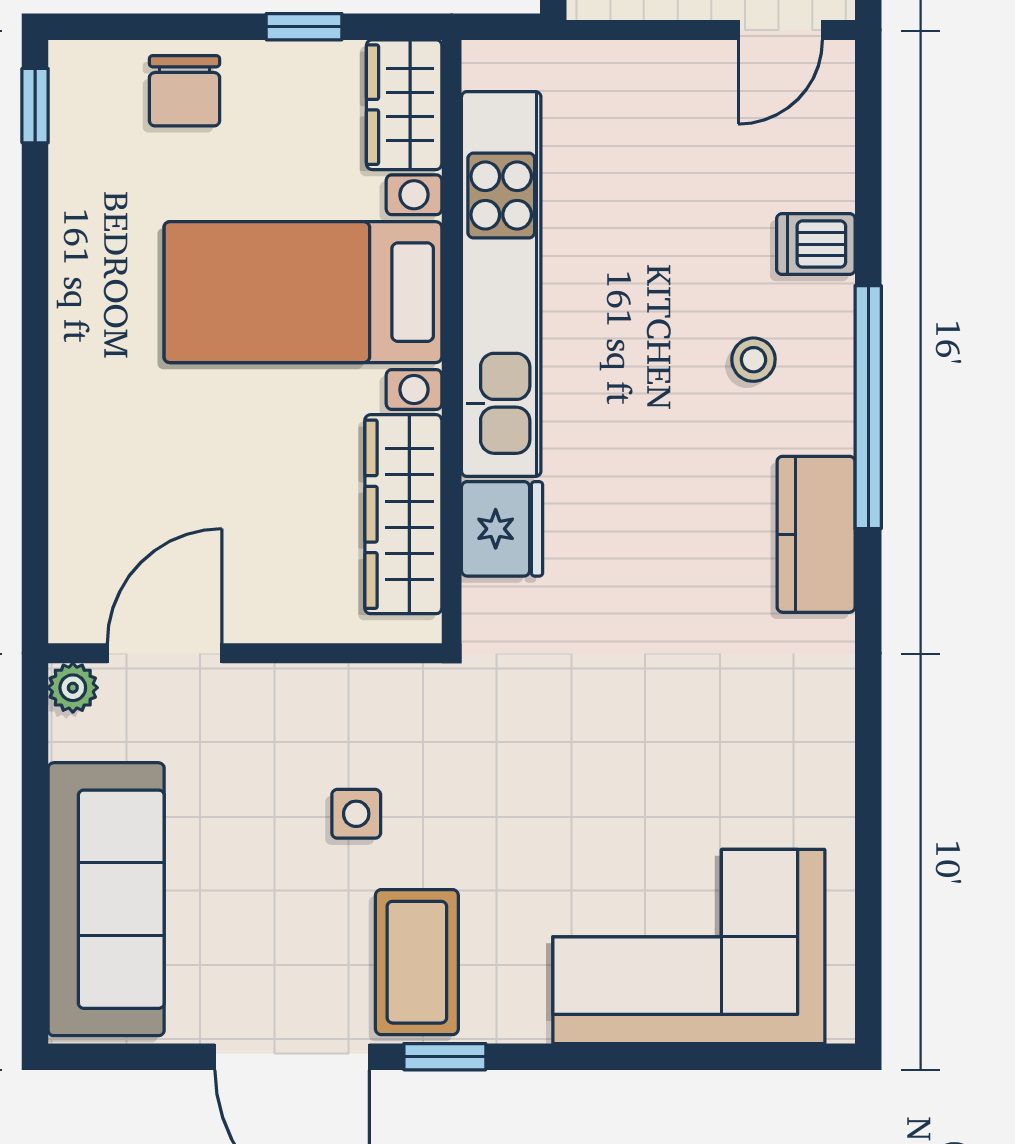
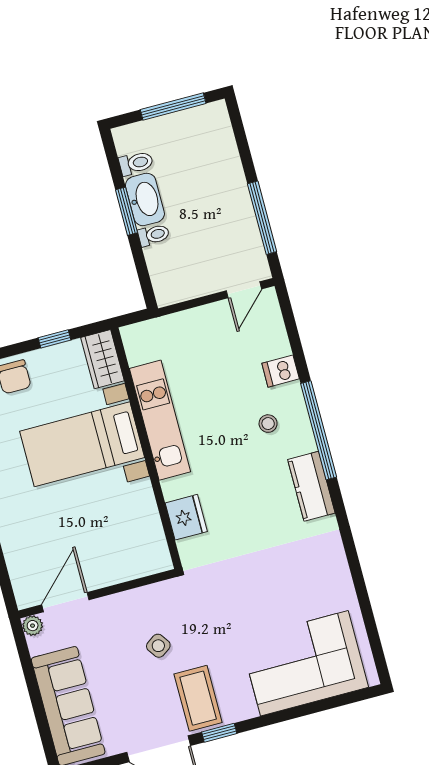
kitchen unit: (501, 284) -> (160, 420), width x0.73
wardrobe: (403, 514) -> (145, 522), removed
side table: (356, 814) -> (158, 646), turned -35

